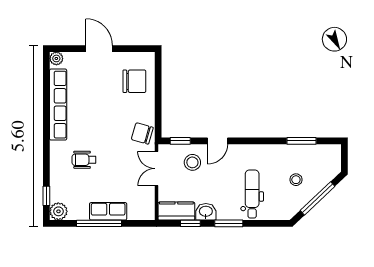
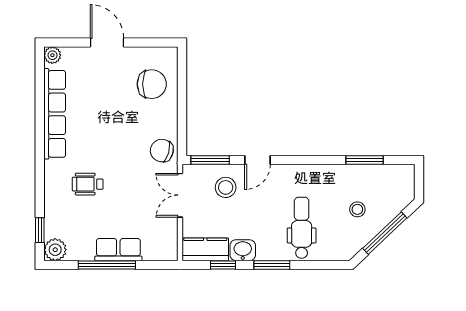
window: (180, 141) -> (210, 160), width x1.50

